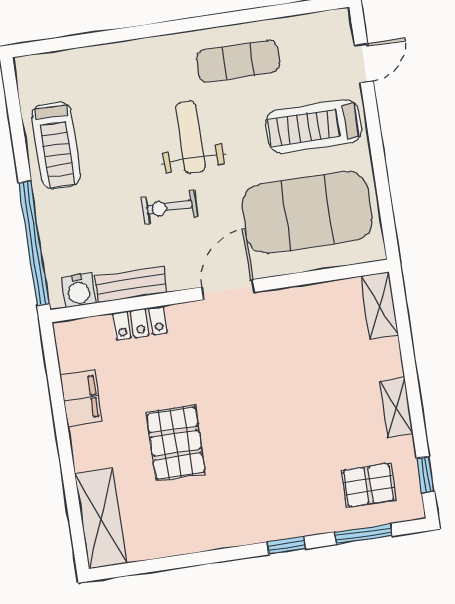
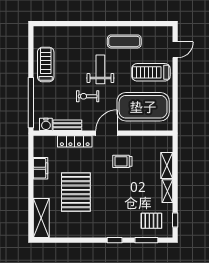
treadmill: (56, 145) -> (46, 65), turned 180
shelving: (380, 305) -> (167, 165), moved
locker: (140, 323) -> (75, 141), width x1.53
trolley: (277, 352) -> (122, 161), added
pallet: (176, 443) -> (76, 192), width x1.37, depth x1.41

